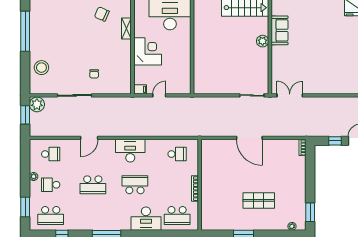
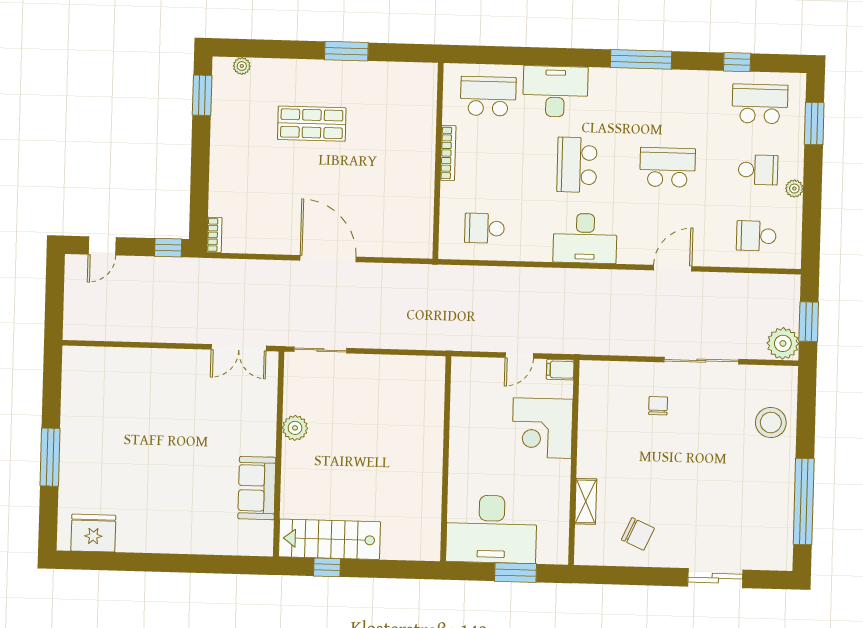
plant: (263, 41) -> (295, 428), moved
corner desk: (148, 51) -> (542, 428), moved
window: (335, 141) -> (168, 248), moved
school desk: (135, 185) -> (577, 165), turned 90

